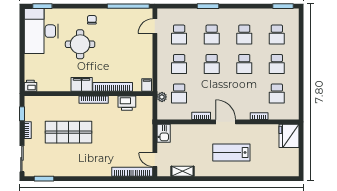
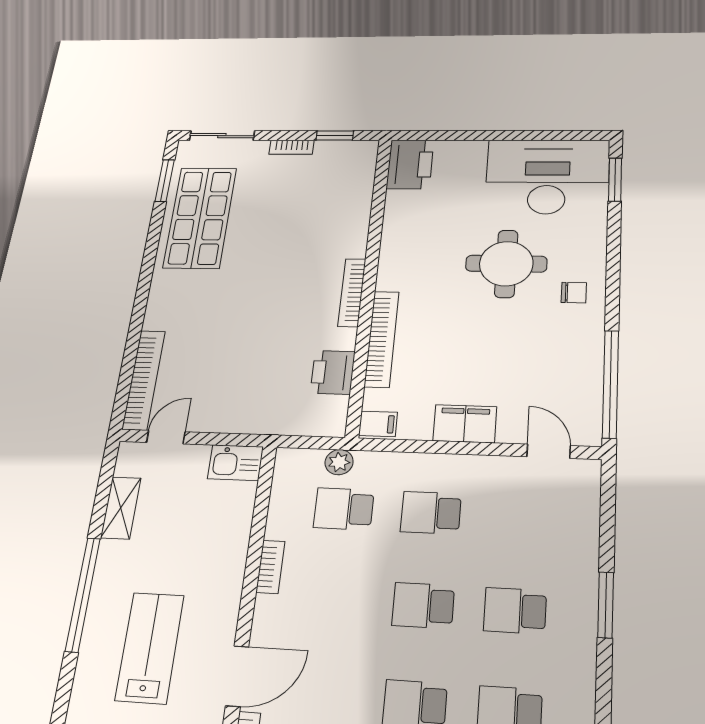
school desk: (179, 35) -> (520, 517), removed
filing cabinet: (82, 84) -> (465, 424), moved, turned -90
printer: (30, 86) -> (410, 164), width x1.87, depth x1.48
door: (226, 122) -> (237, 676), moved
shop shelf: (68, 132) -> (200, 218), moved
window: (214, 179) -> (83, 594), added

